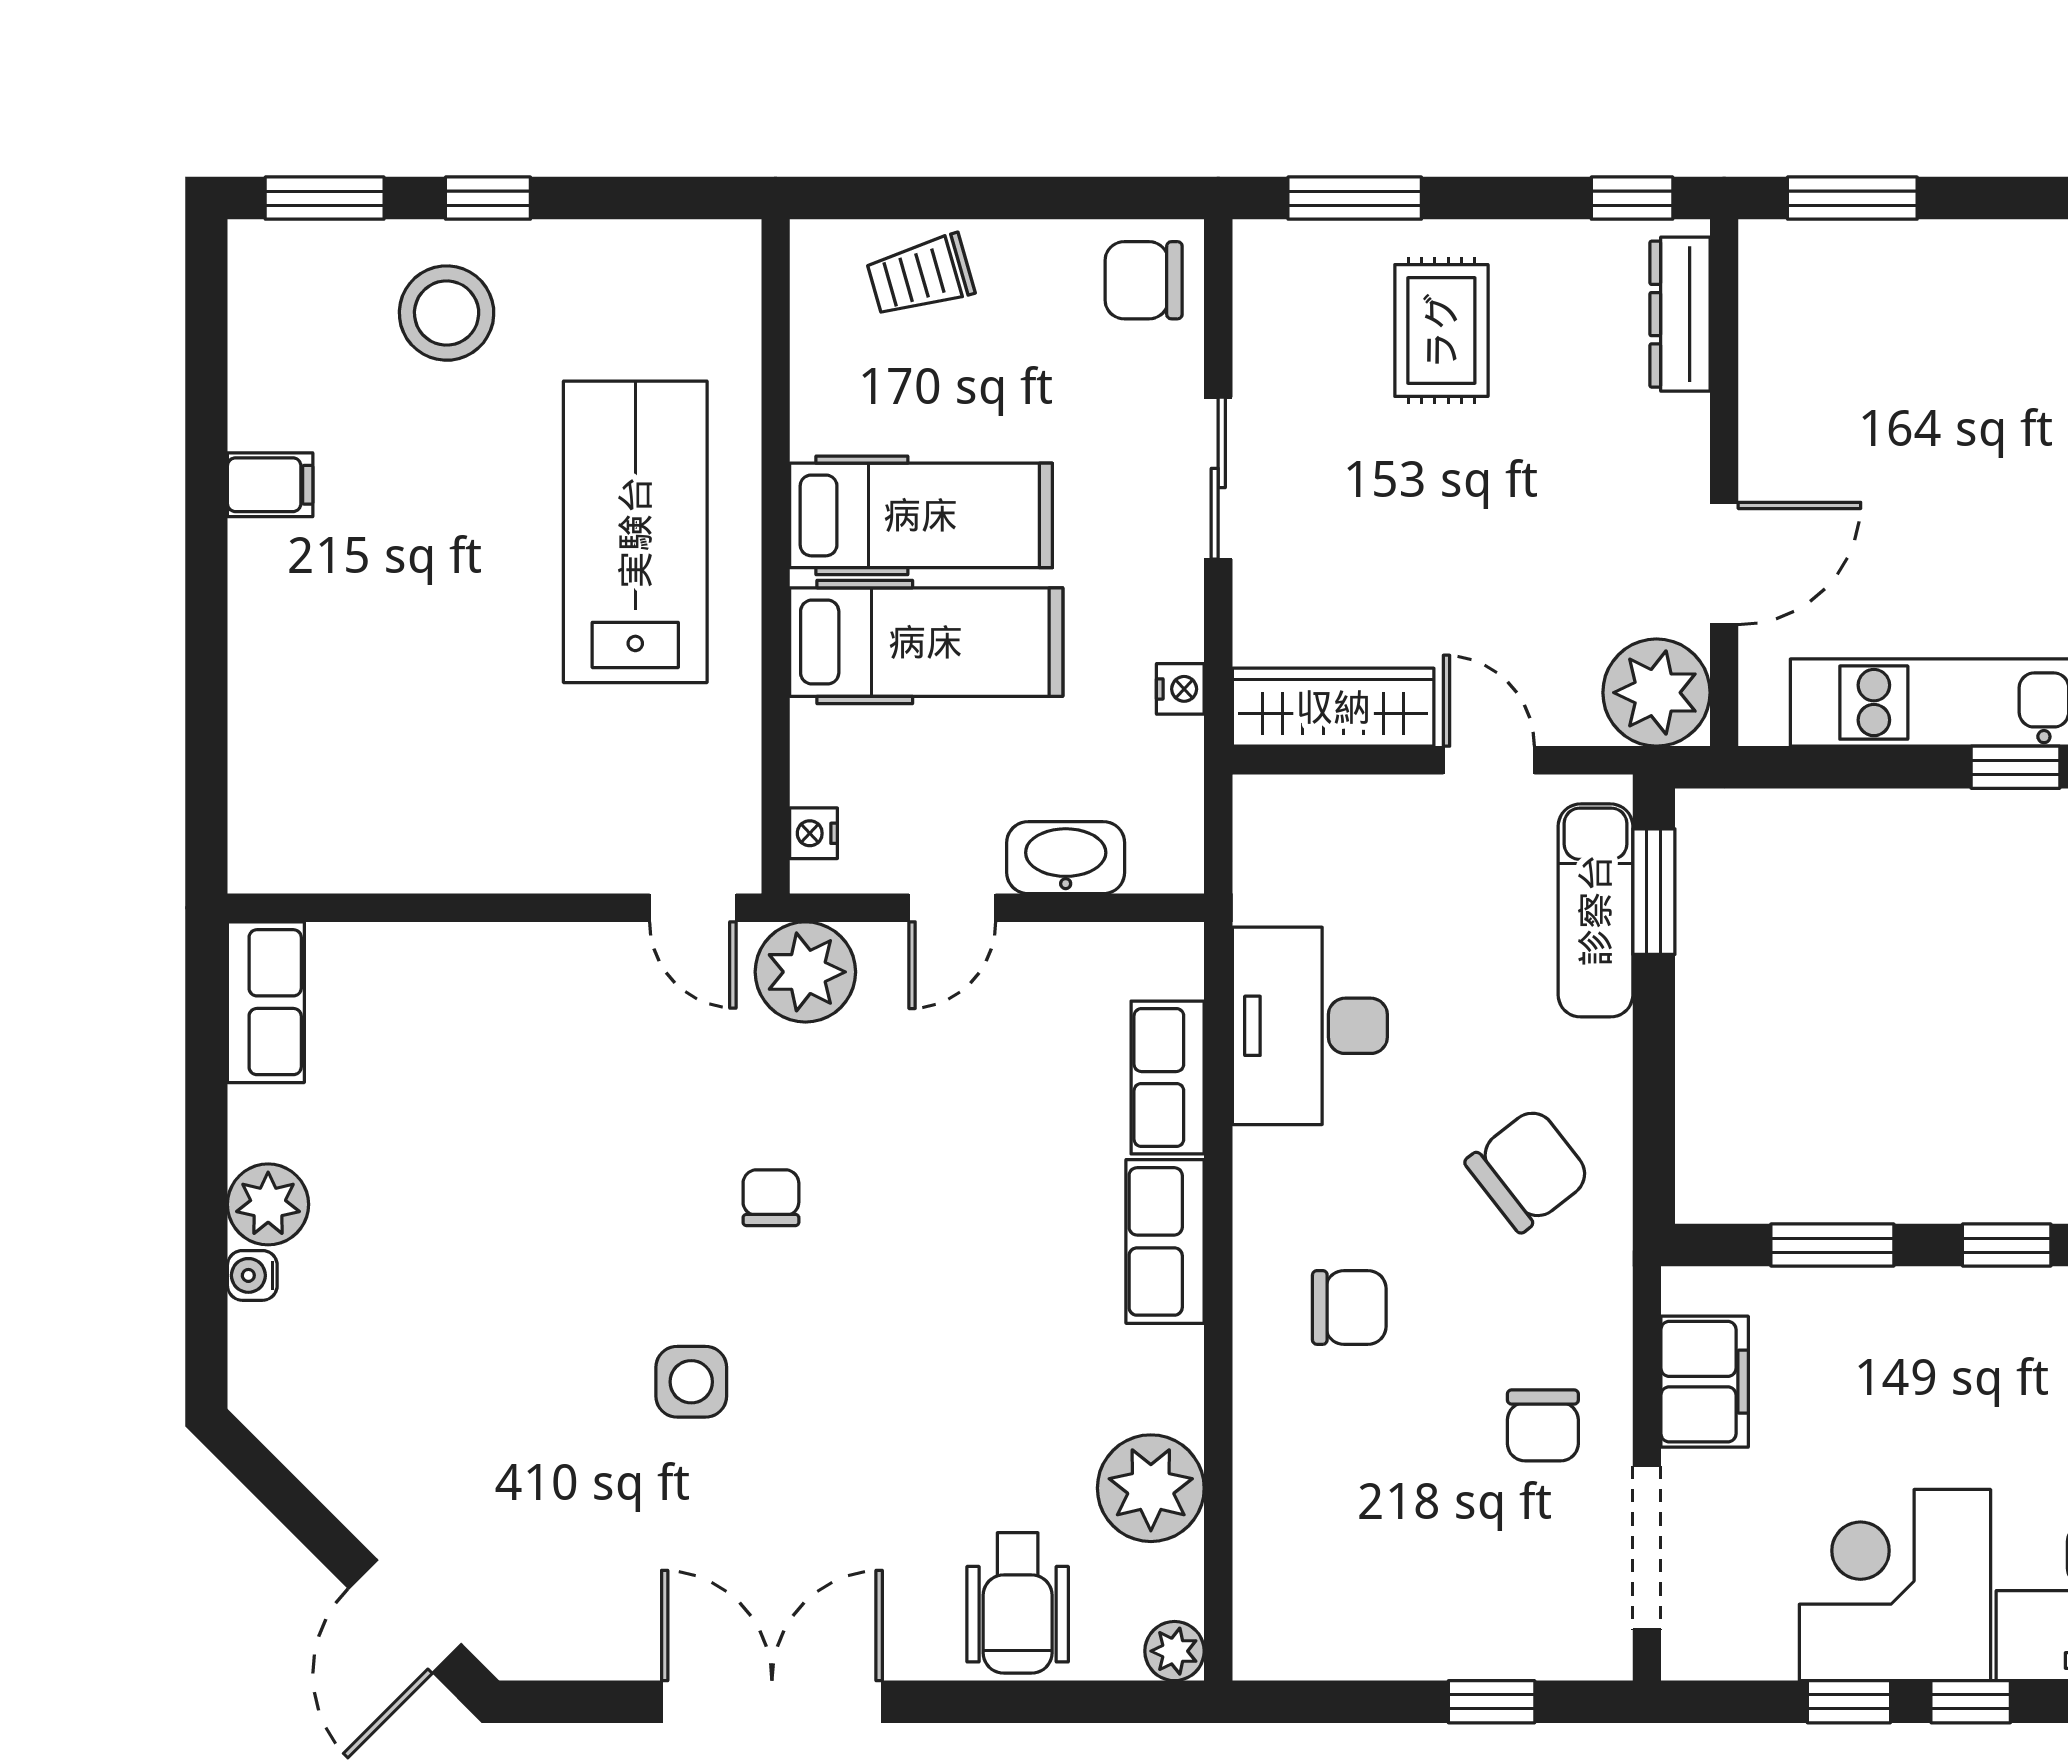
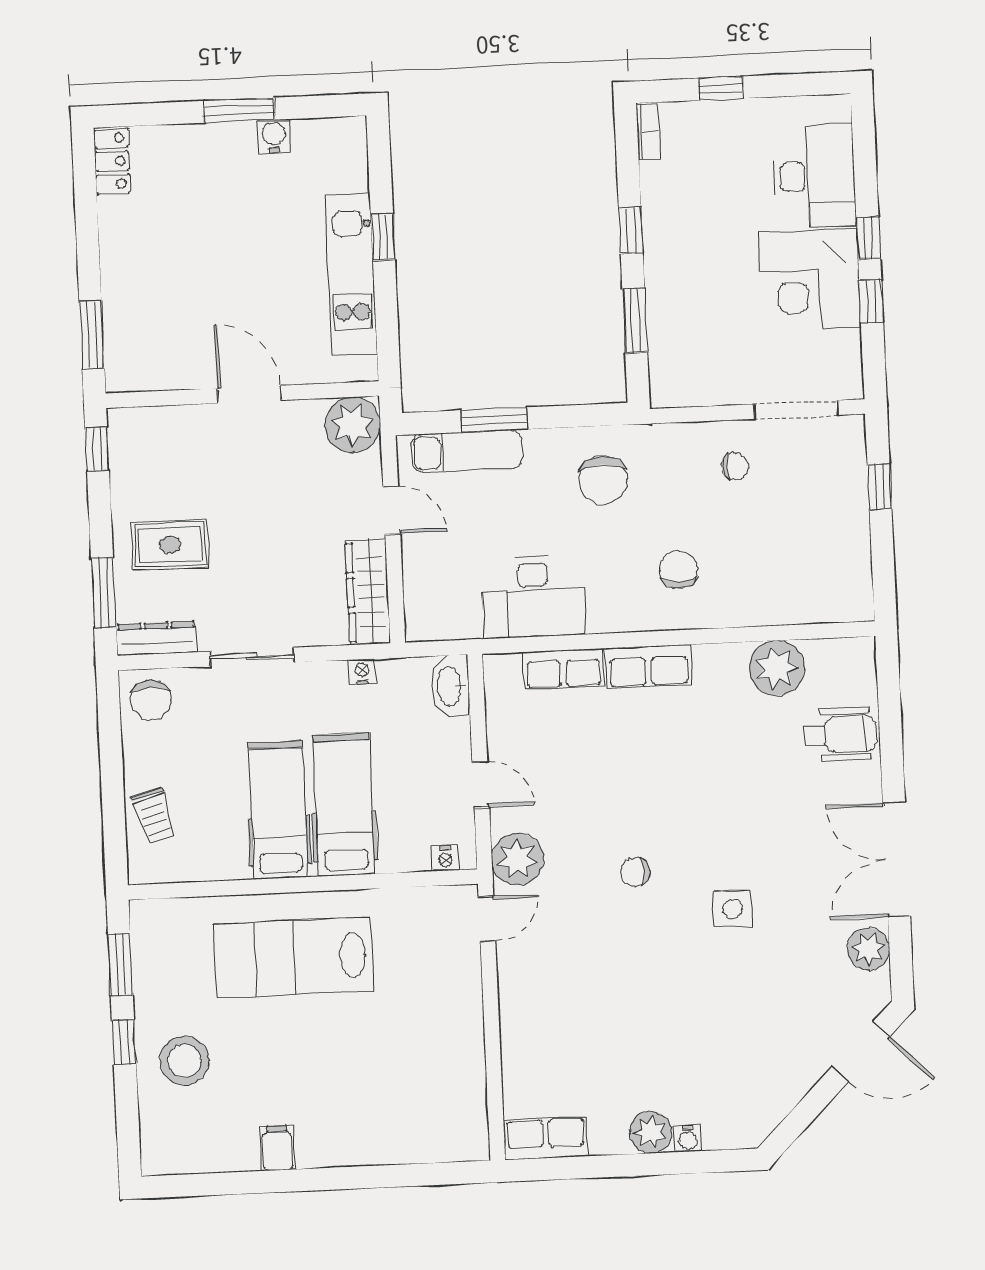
window: (325, 198) -> (120, 964), moved
dresser: (1680, 314) -> (157, 638), moved, turned 180
door: (1724, 564) -> (249, 394), moved
door: (1489, 760) -> (392, 510), swing flipped
washbasin: (1066, 858) -> (450, 686), moved
window: (1654, 892) -> (494, 420), moved
chair: (1528, 1170) -> (603, 480), turned -142
filing cabinet: (1705, 1382) -> (709, 384), removed
chair: (1543, 1425) -> (735, 466), width x0.73, depth x0.73
plant: (1175, 1651) -> (868, 949), moved, width x1.38, depth x1.38

